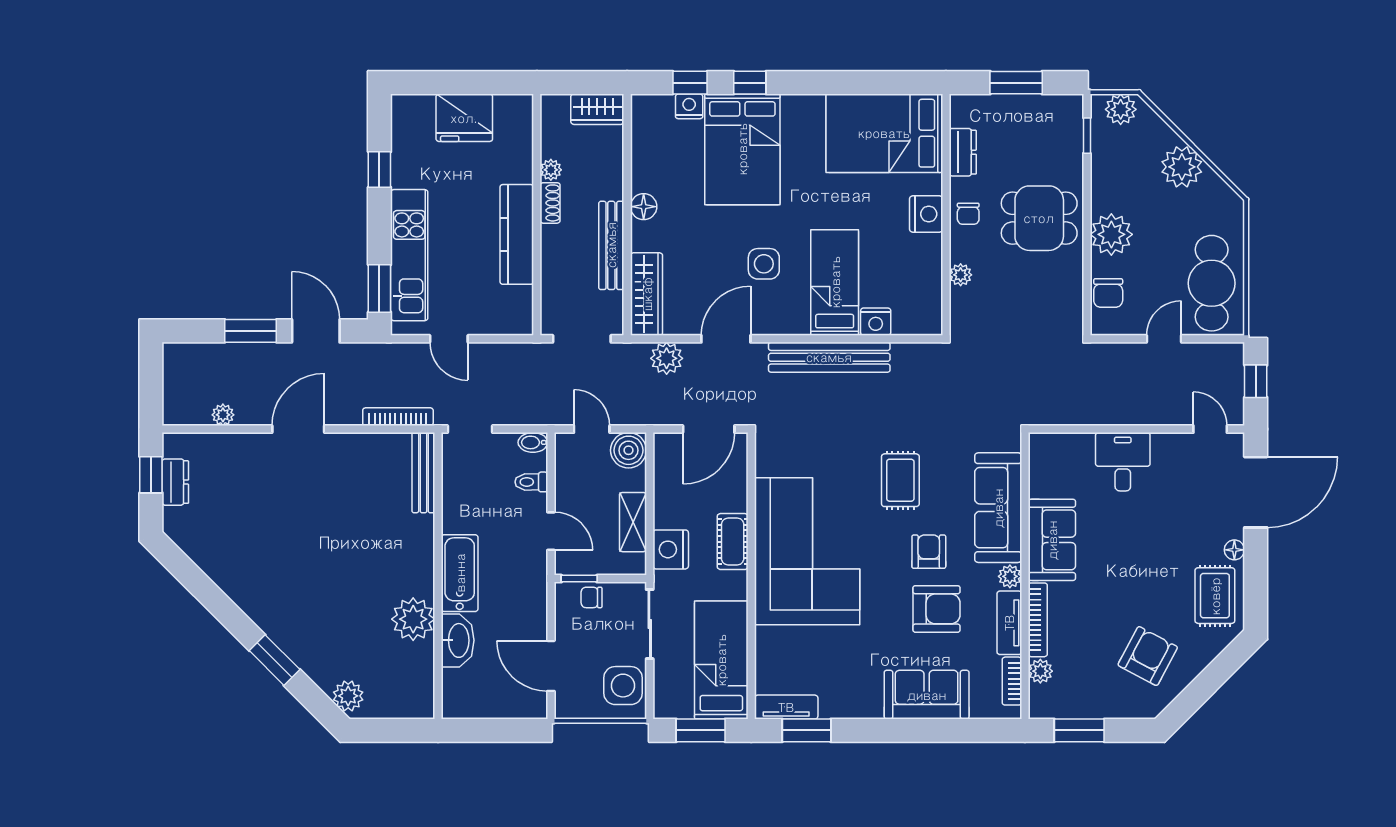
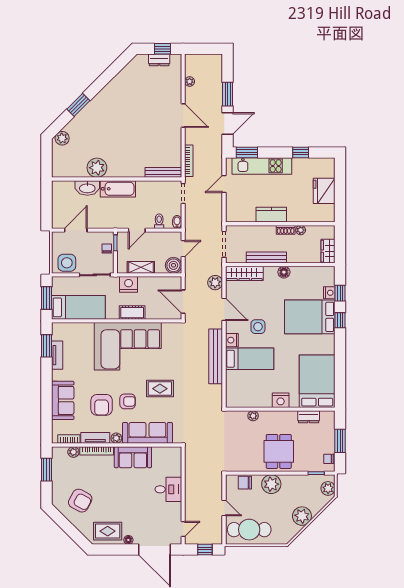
chair: (968, 214) -> (329, 459), moved
kitchen counter: (517, 234) -> (271, 215), width x0.67
nightstand: (876, 322) -> (232, 340), moved
tv unit: (786, 707) -> (57, 355), moved

